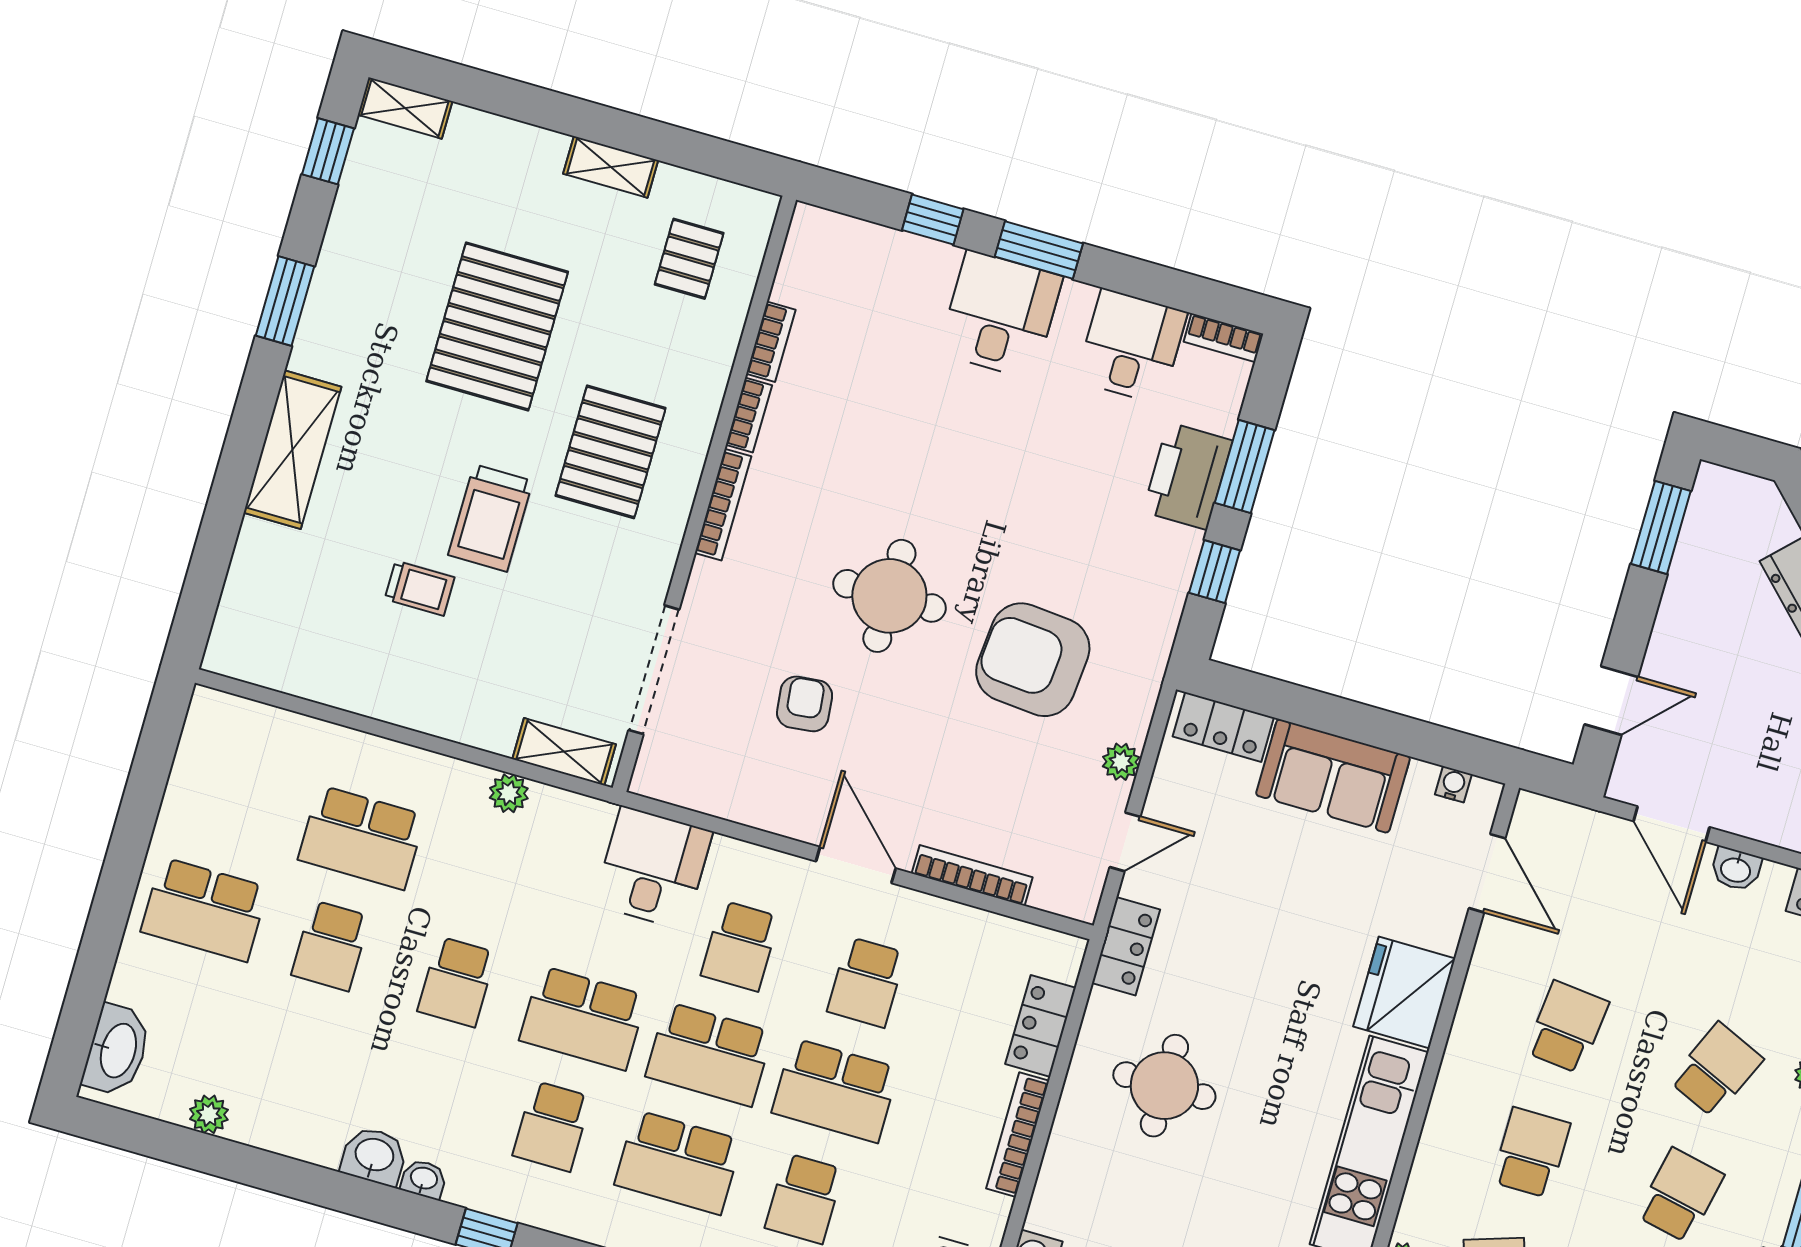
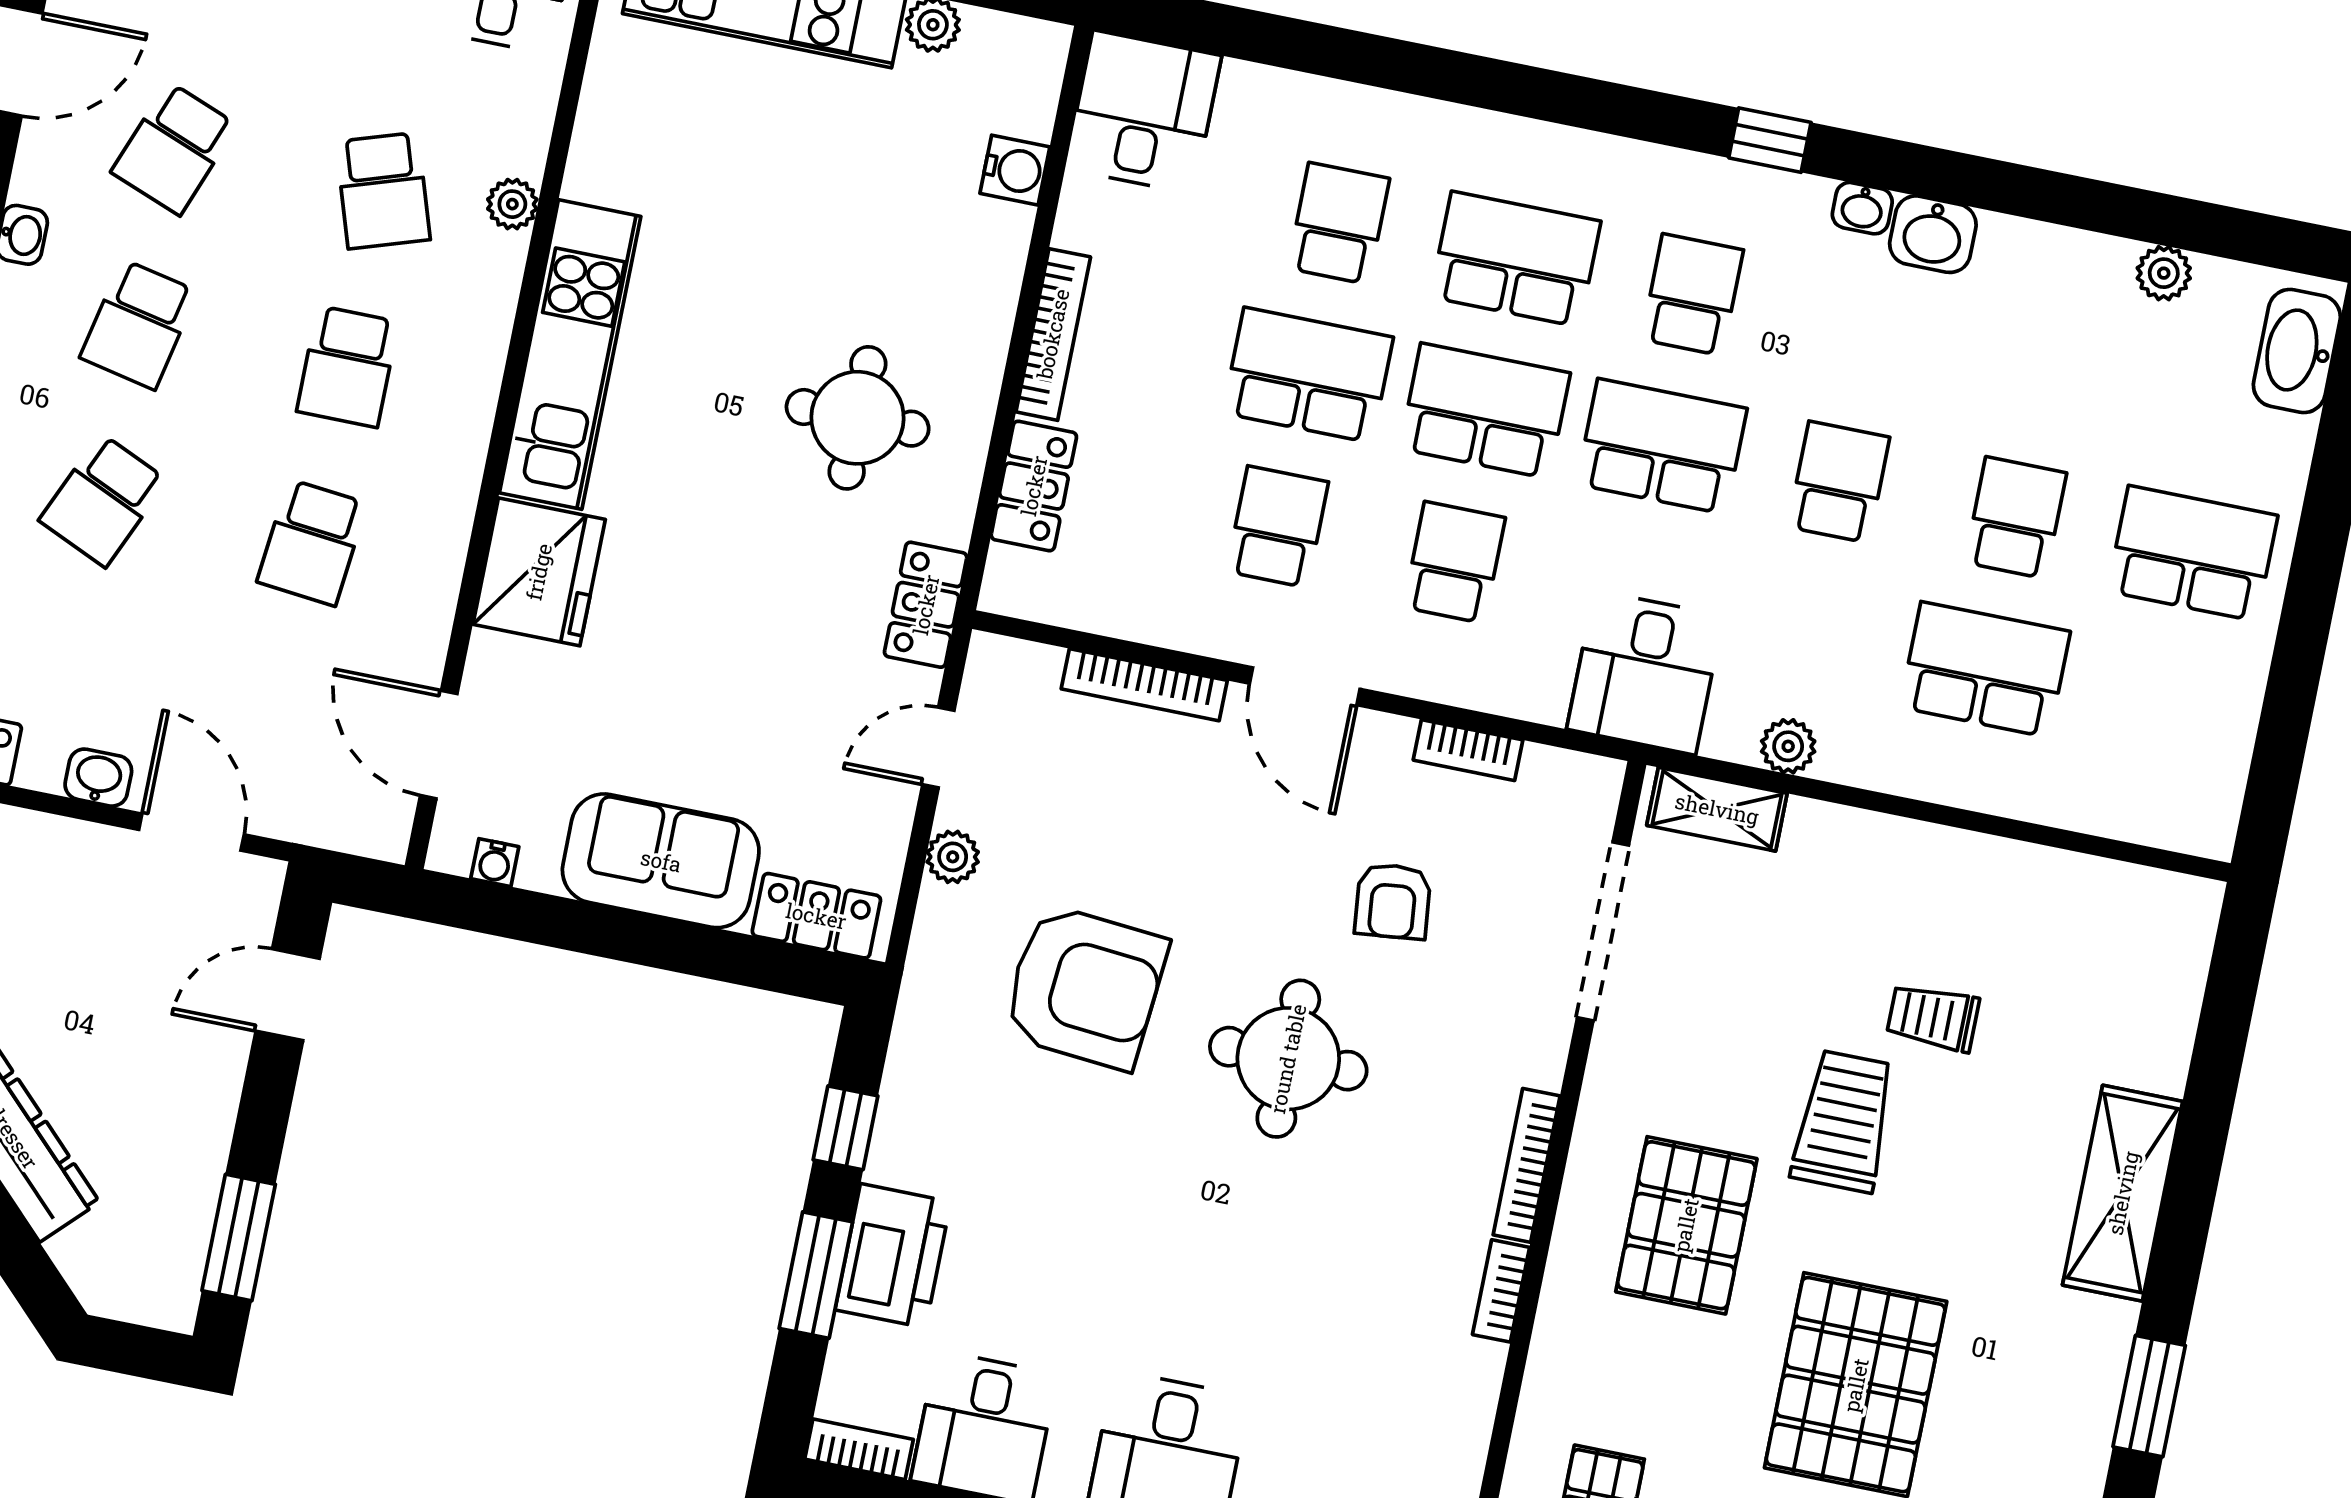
bookcase: (771, 342) -> (1468, 750), moved, turned -90
desk: (653, 868) -> (1645, 673), moved

